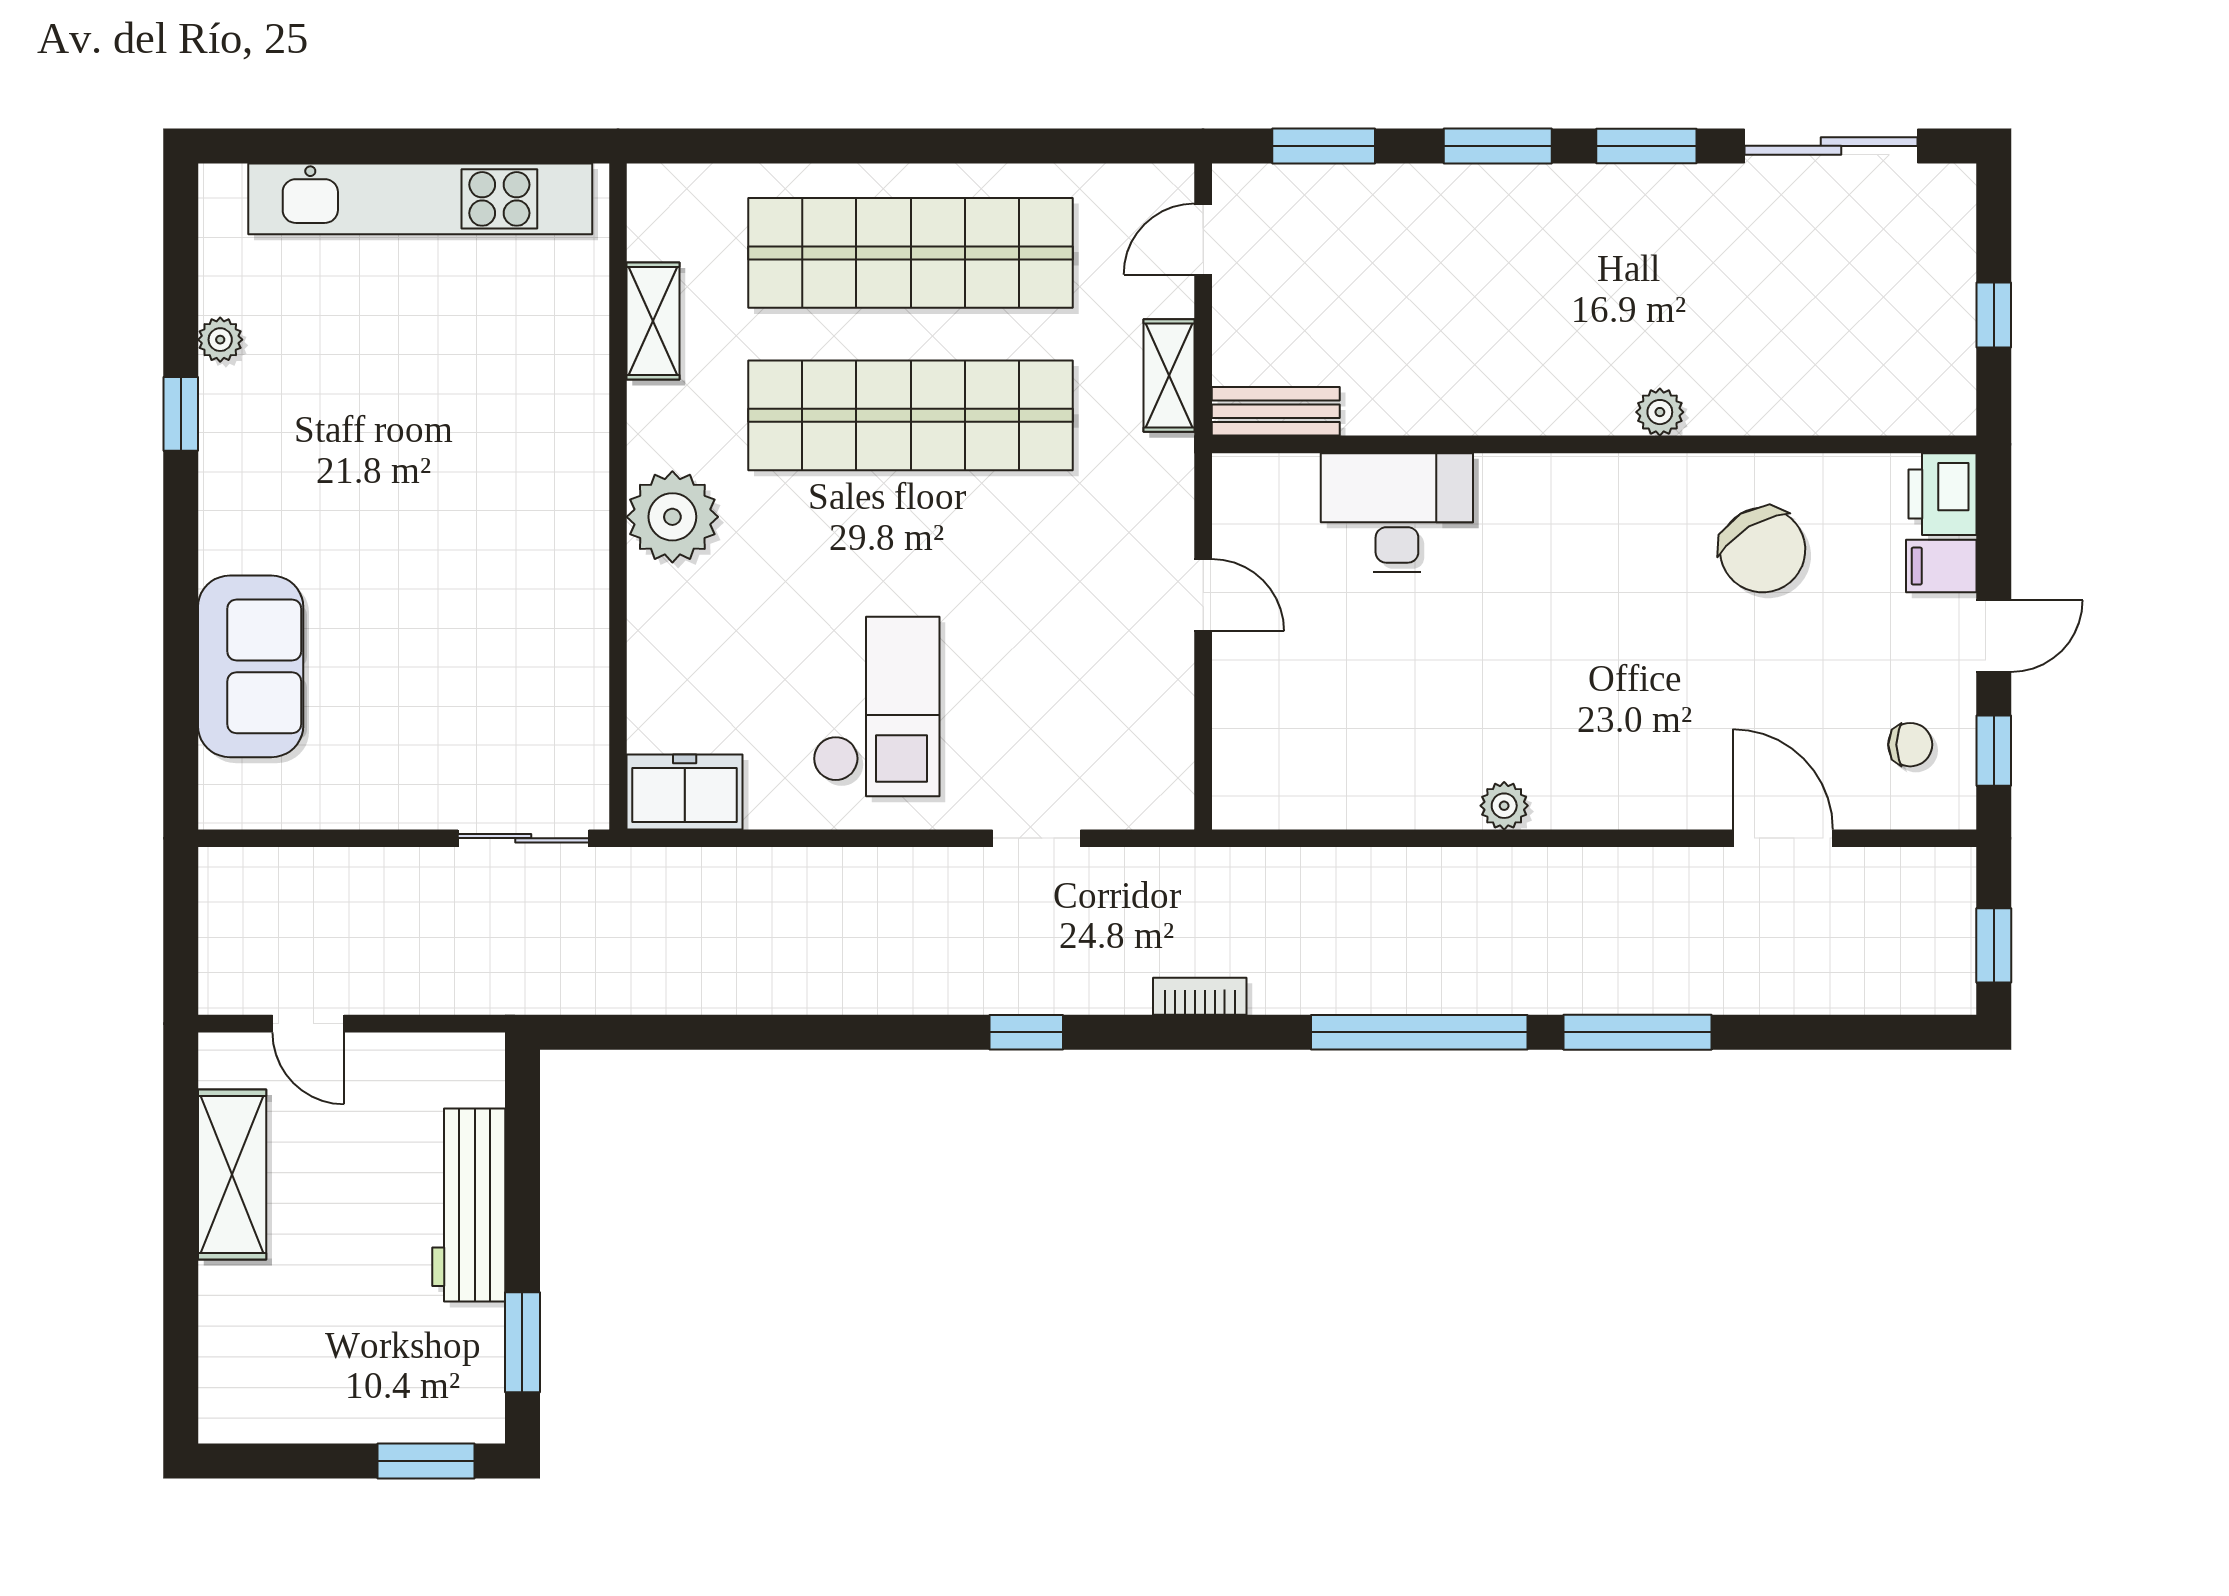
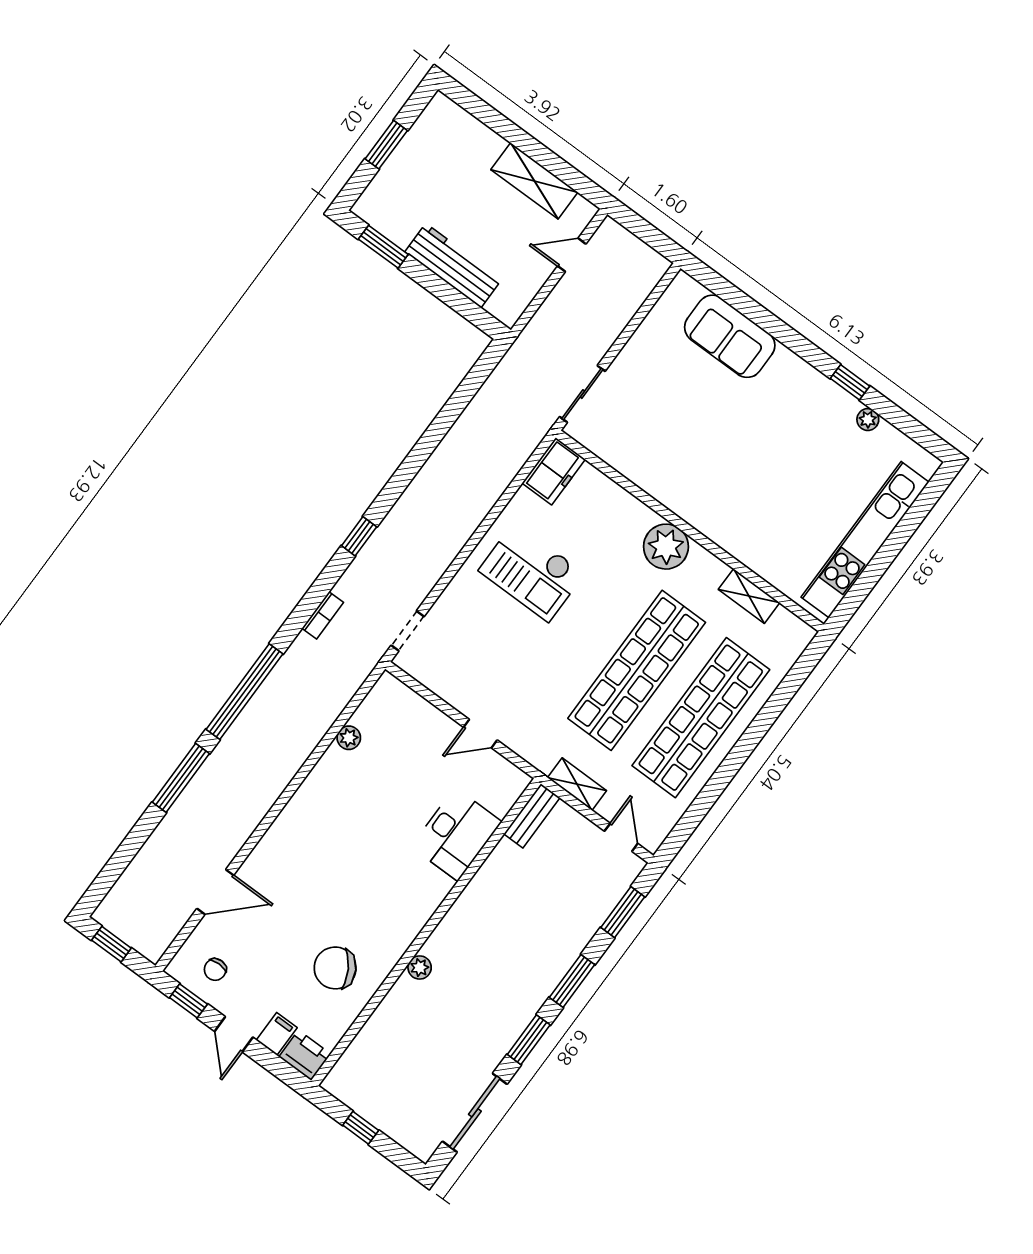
plant: (1504, 806) -> (349, 738), moved
doorway: (1037, 838) -> (408, 631), moved
window: (426, 1461) -> (386, 145), moved

